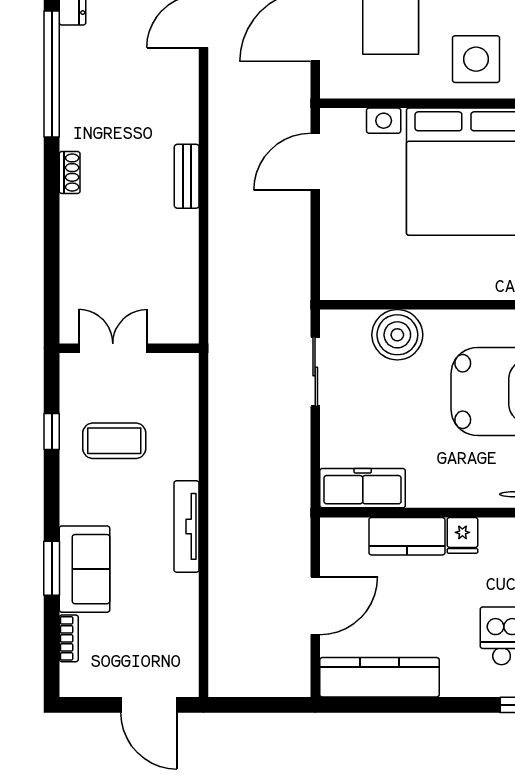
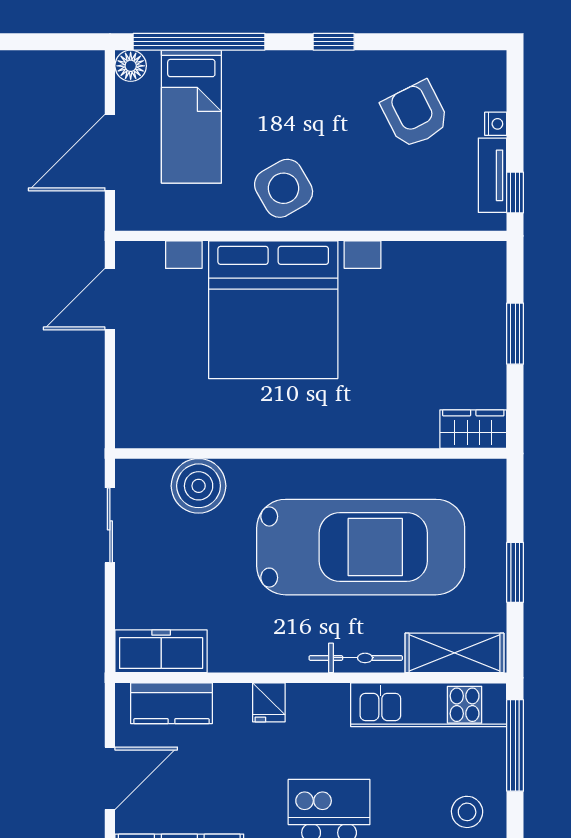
side table: (476, 59) -> (284, 188), turned -30
kitchen counter: (407, 536) -> (171, 703), moved

